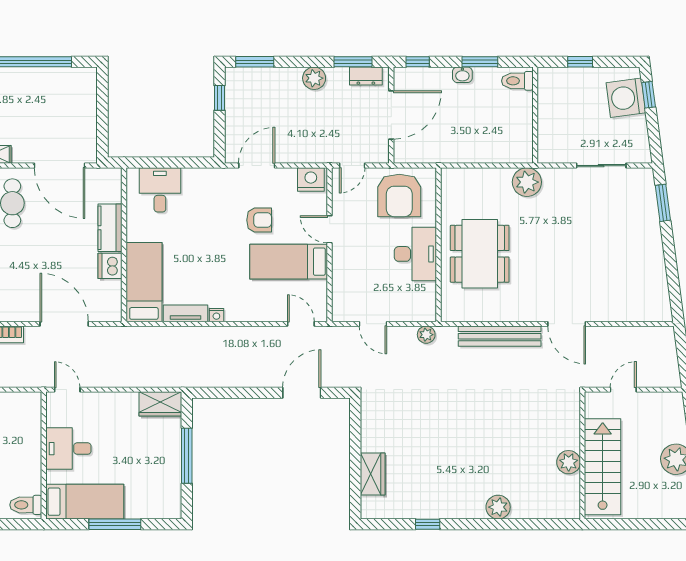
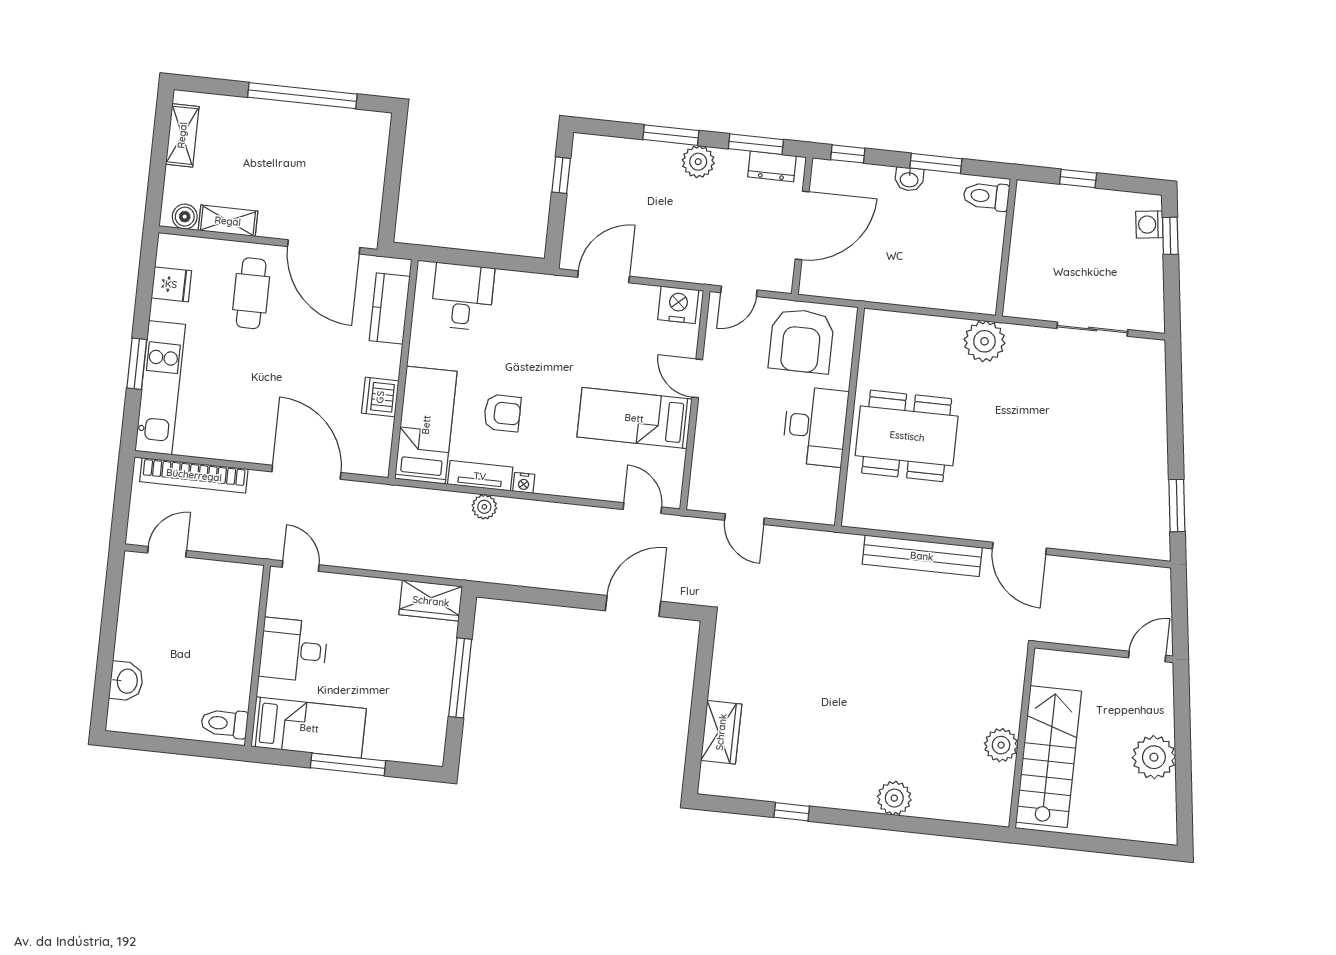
window: (255, 62) -> (671, 135), moved
washing machine: (626, 98) -> (1149, 224), width x0.53, depth x0.53
window: (663, 203) -> (1177, 506), moved
armchair: (259, 220) -> (502, 413), moved
kitchen counter: (110, 228) -> (390, 309), moved
dining table: (480, 254) -> (907, 436), turned 90
plant: (426, 335) -> (484, 507), moved
door: (623, 390) -> (1147, 657), moved

